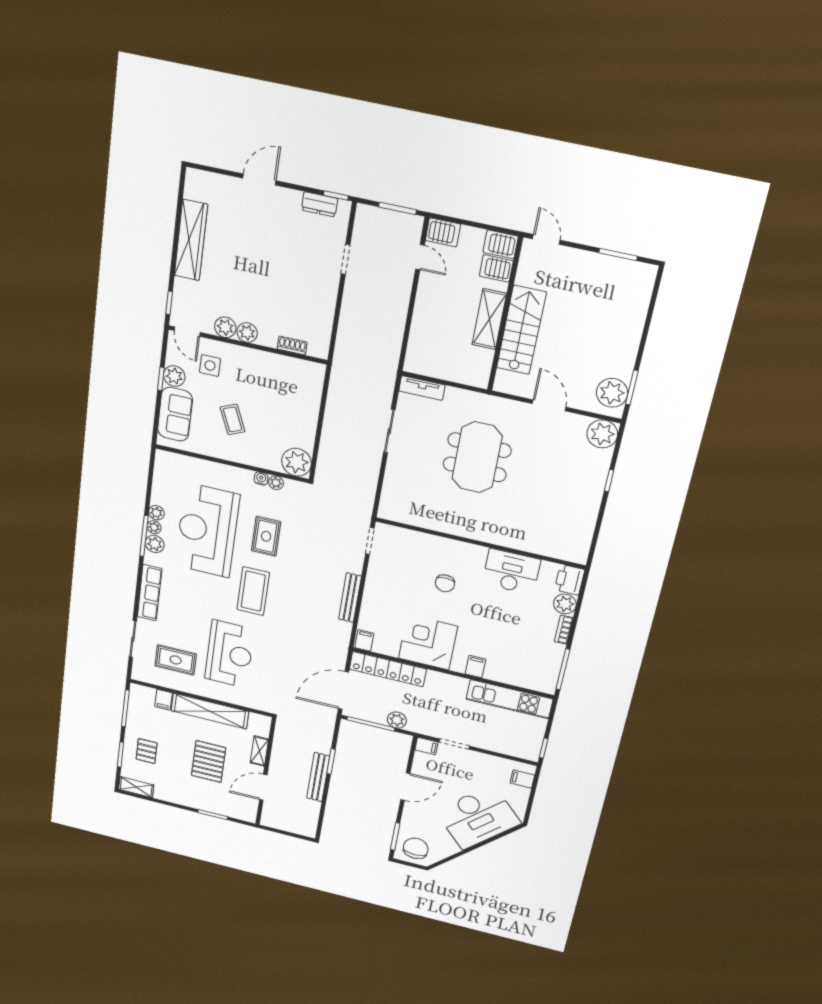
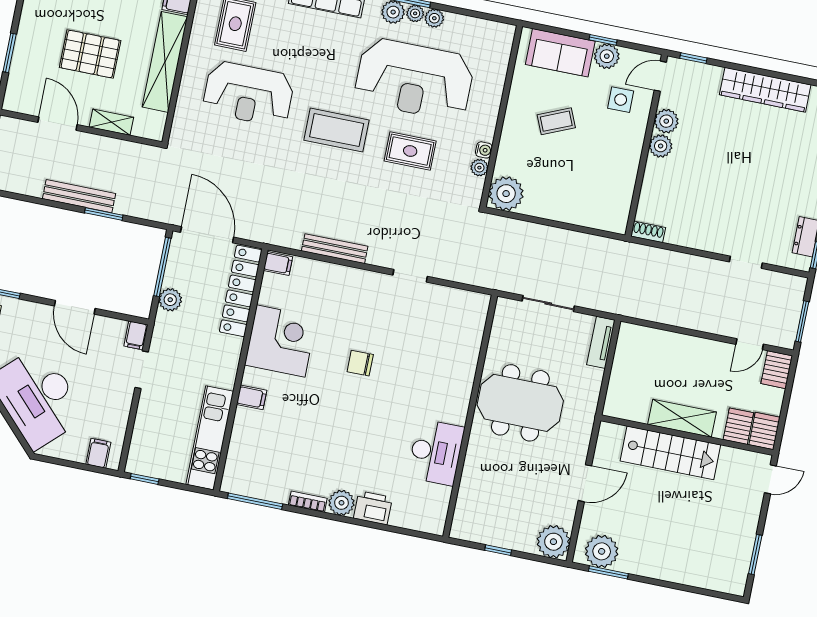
shoe rack: (292, 346) -> (648, 232), moved, turned -90
reception desk: (207, 530) -> (414, 79), turned 180
wall: (480, 543) -> (470, 416), moved
desk: (511, 572) -> (436, 452), moved

